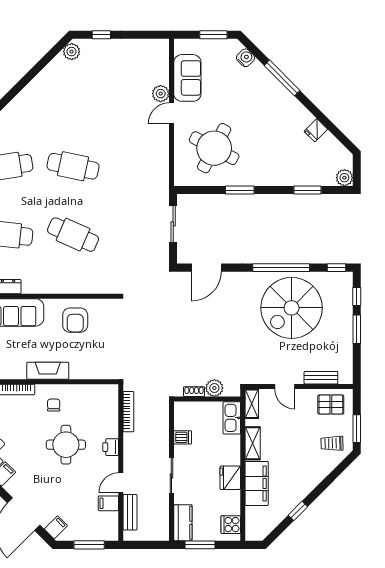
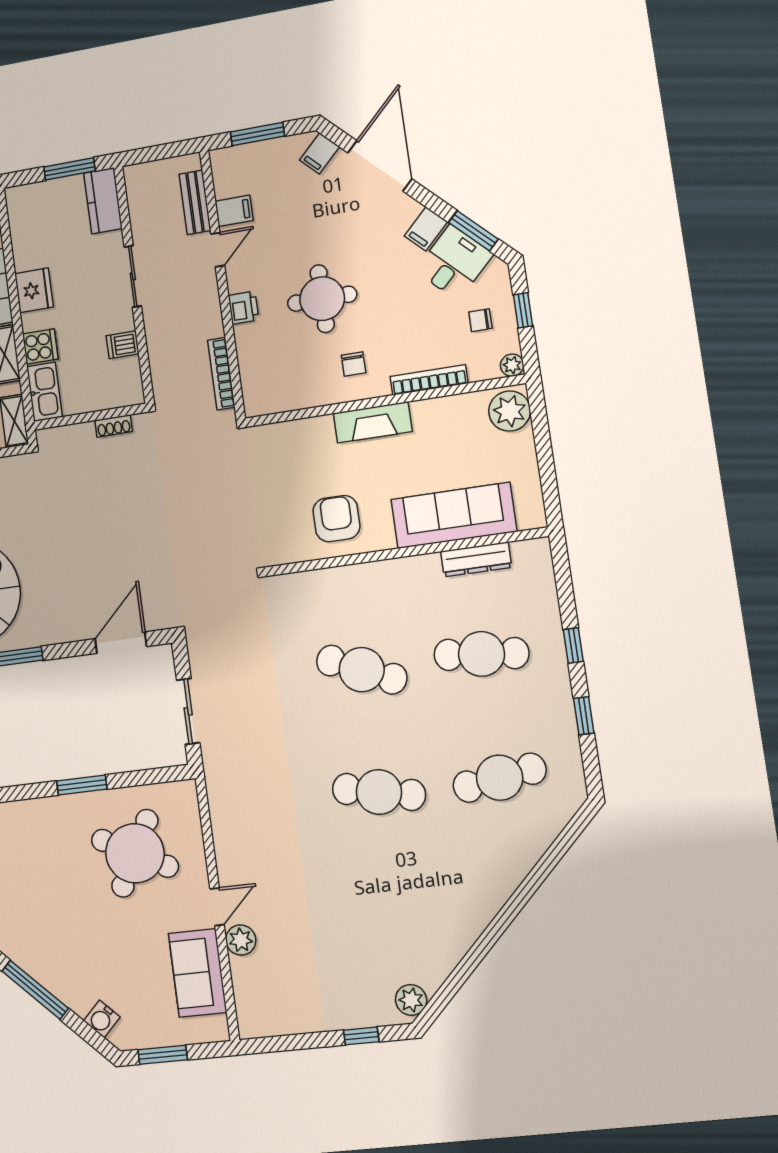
plant: (214, 388) -> (80, 438), removed
cooker: (231, 525) -> (40, 346), moved

